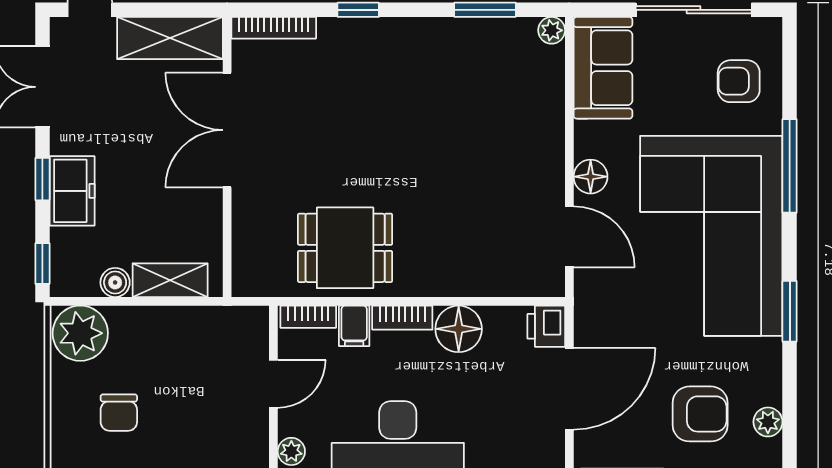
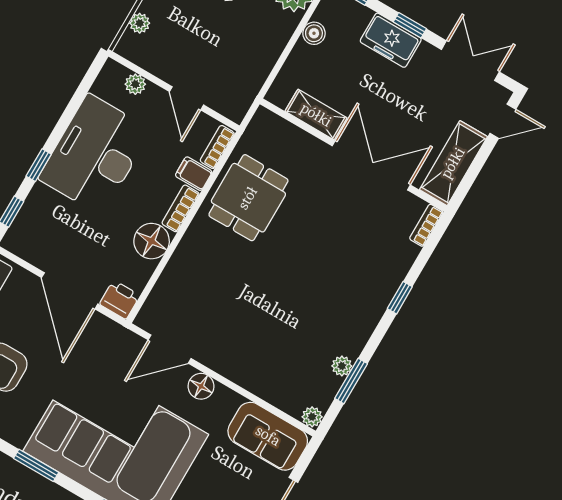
bookcase: (274, 28) -> (426, 225), width x0.64
plant: (474, 30) -> (342, 366), added
shelving: (170, 280) -> (316, 115), moved, turned 90

